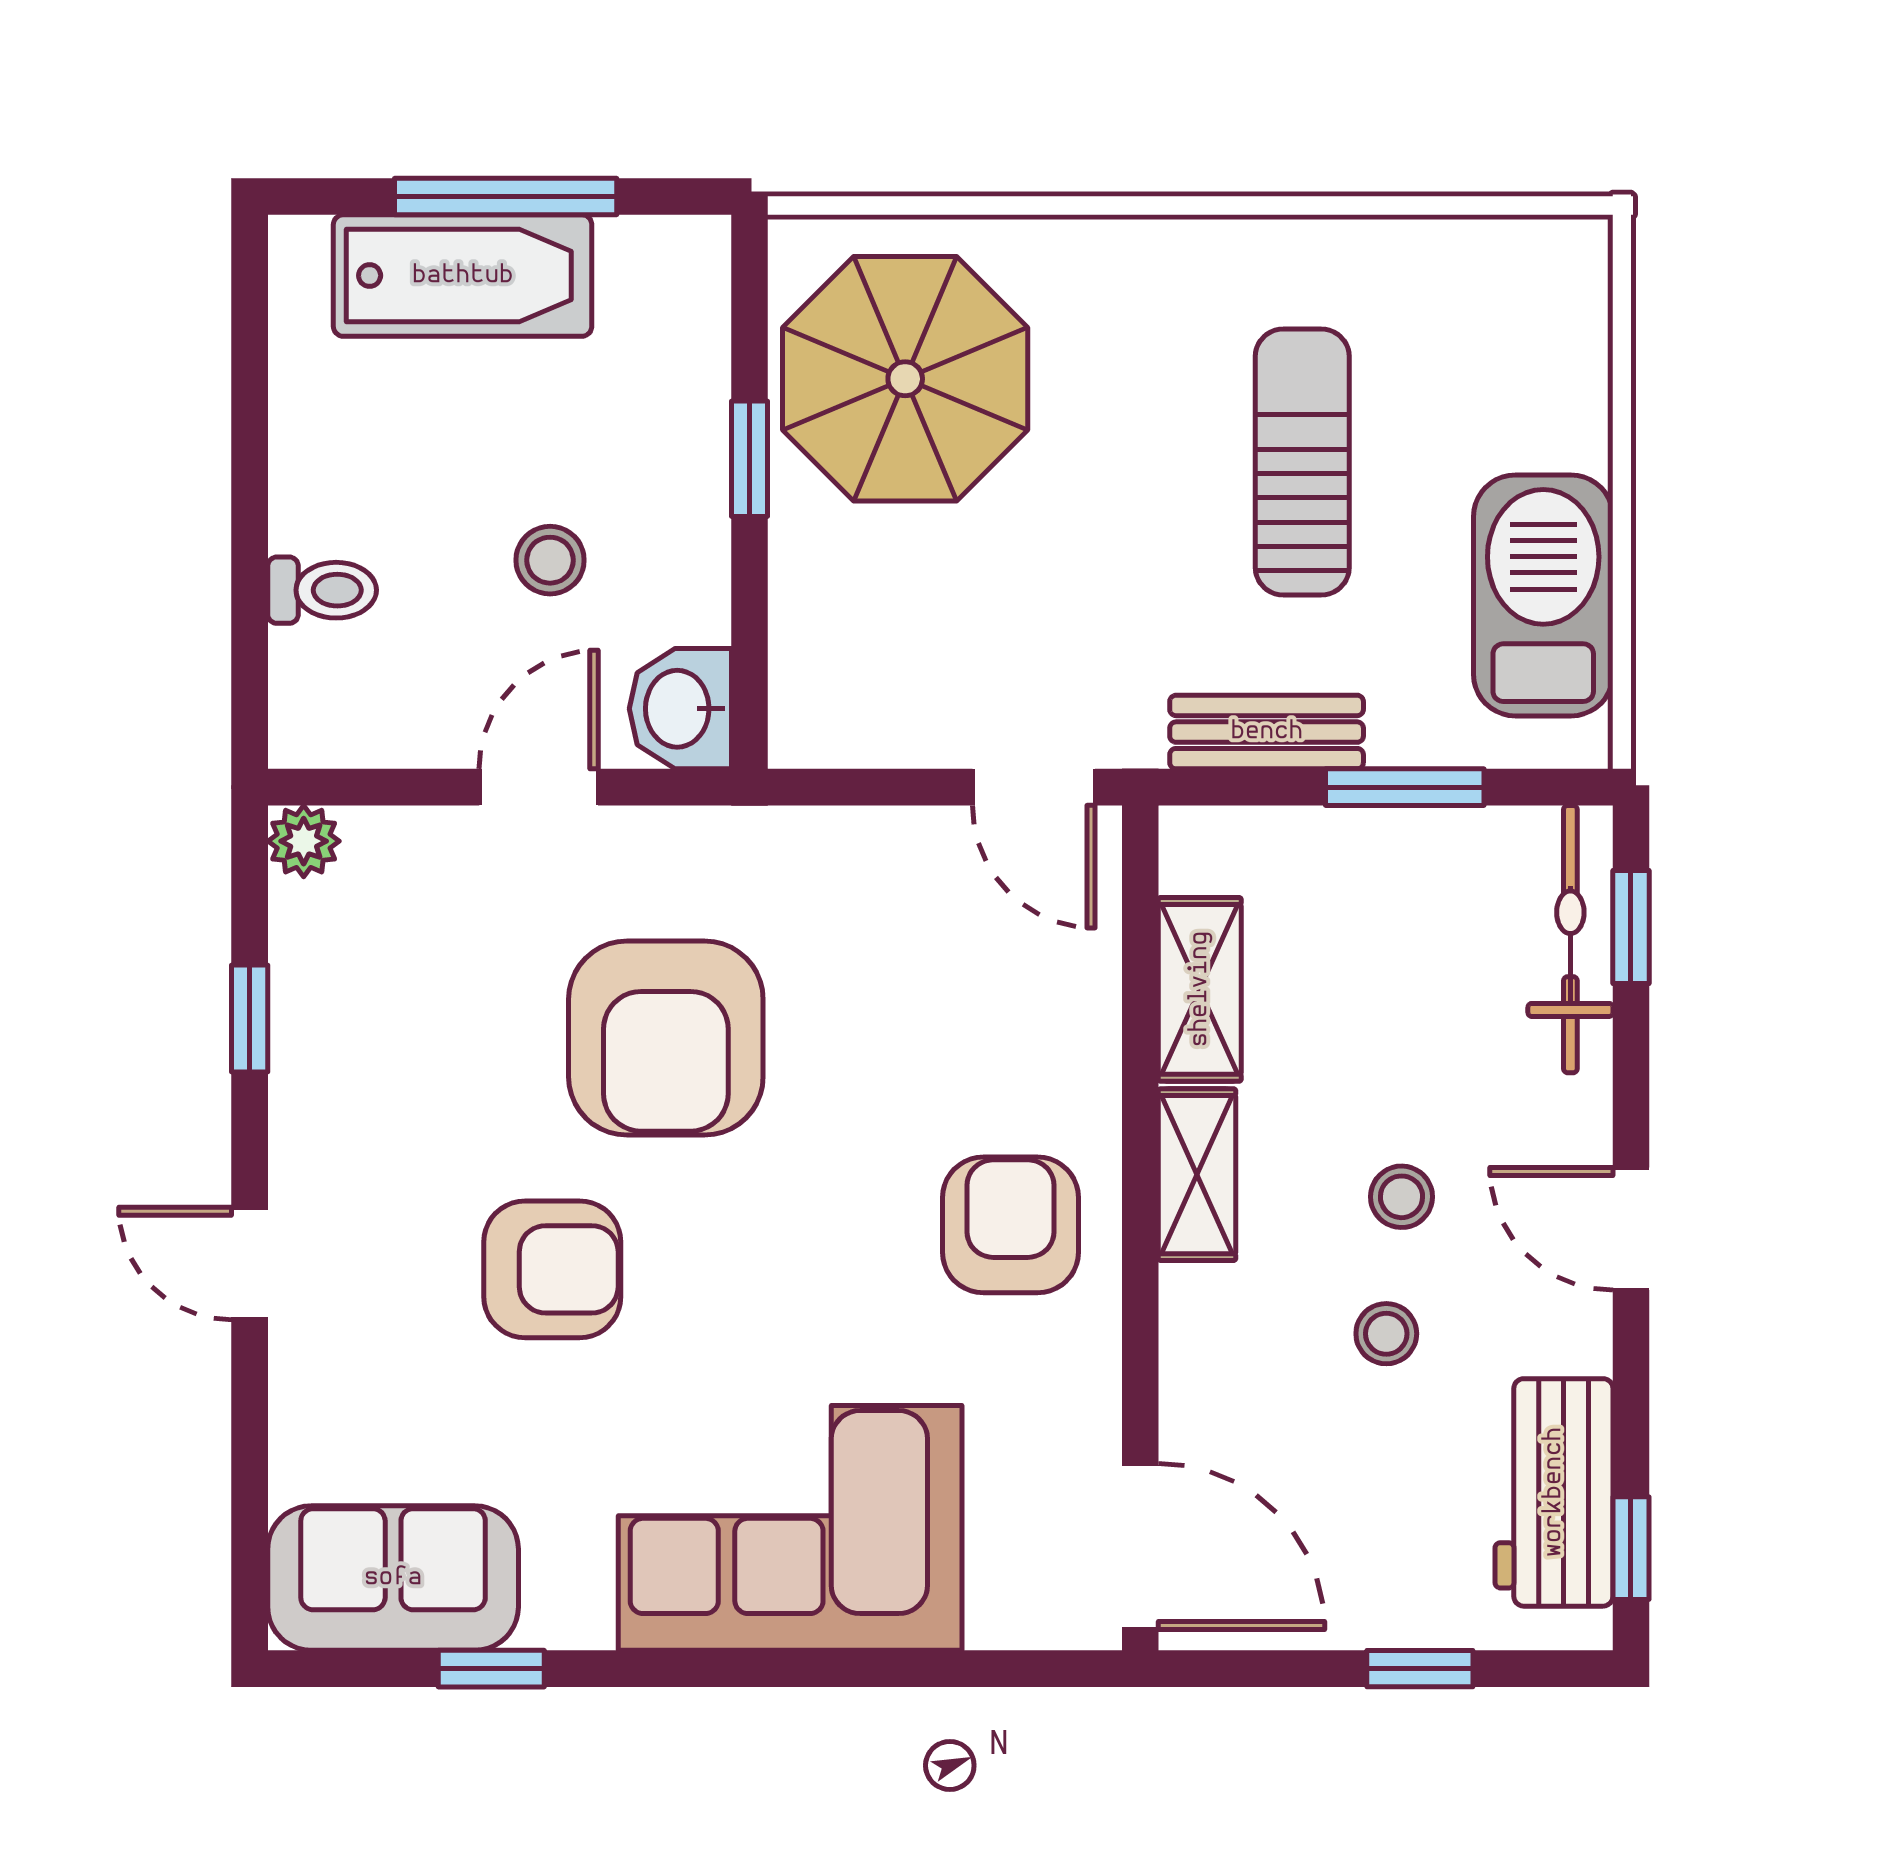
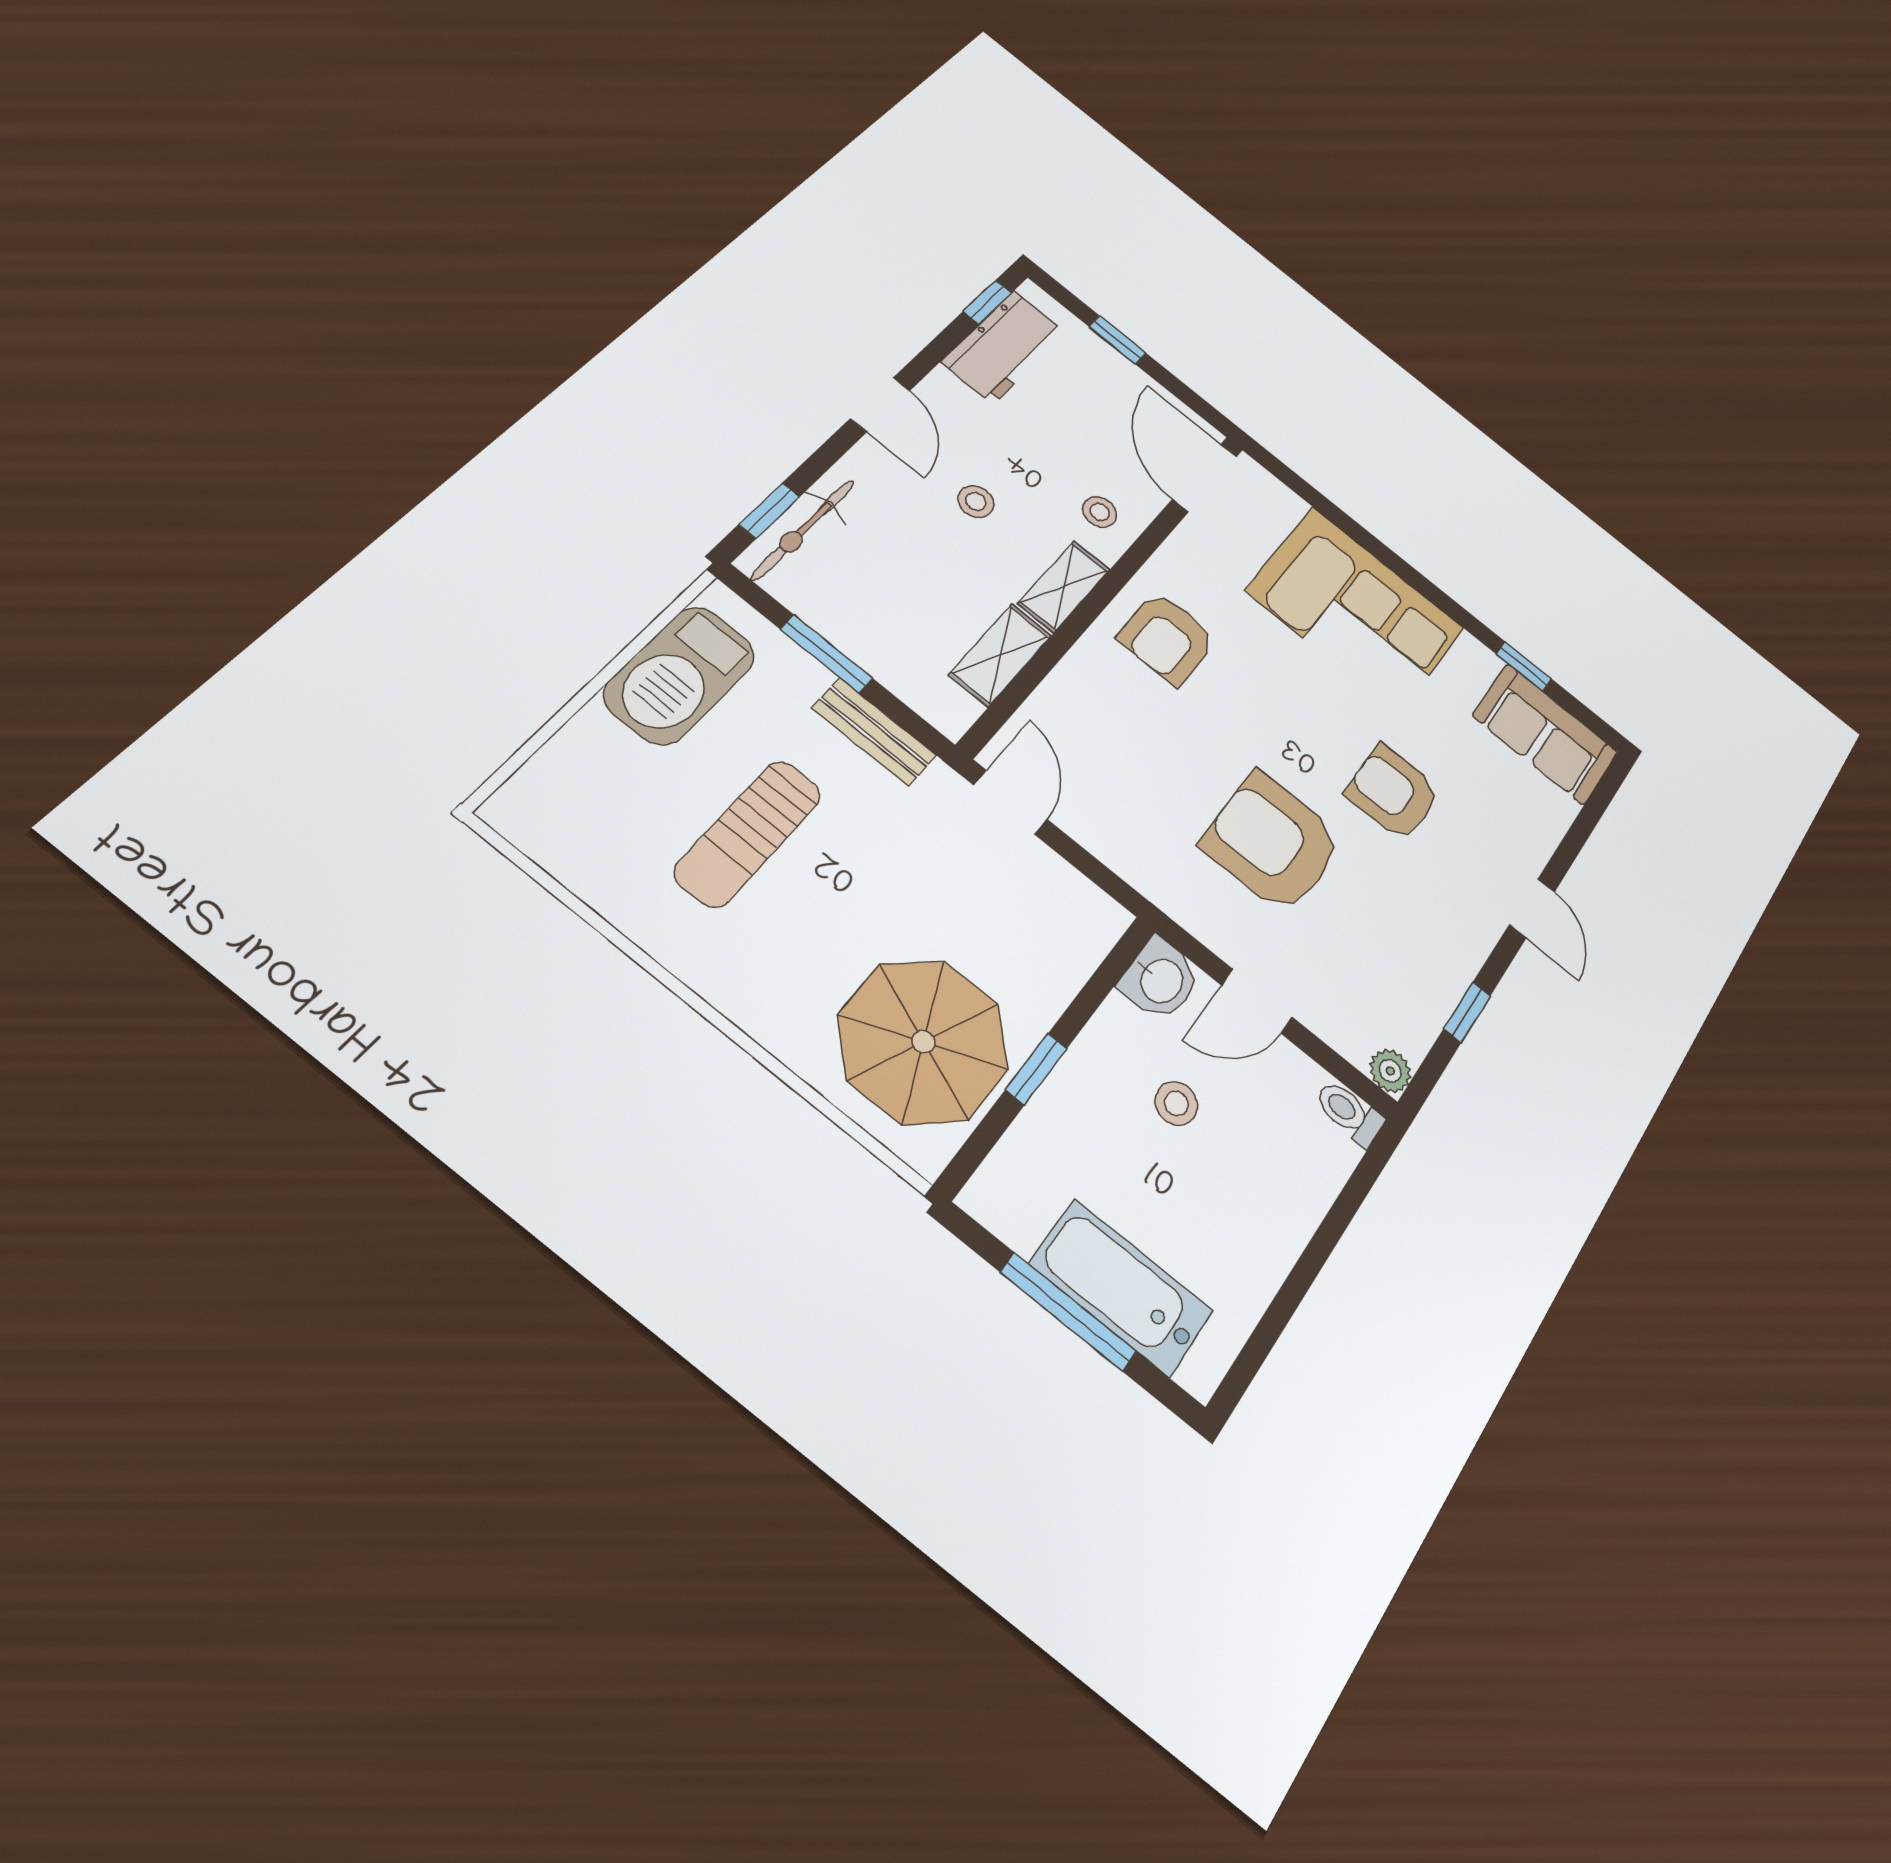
toilet: (322, 590) -> (1349, 1113), moved
armchair: (666, 1038) -> (1273, 842), turned -90
stool: (1386, 1334) -> (1100, 512), moved

